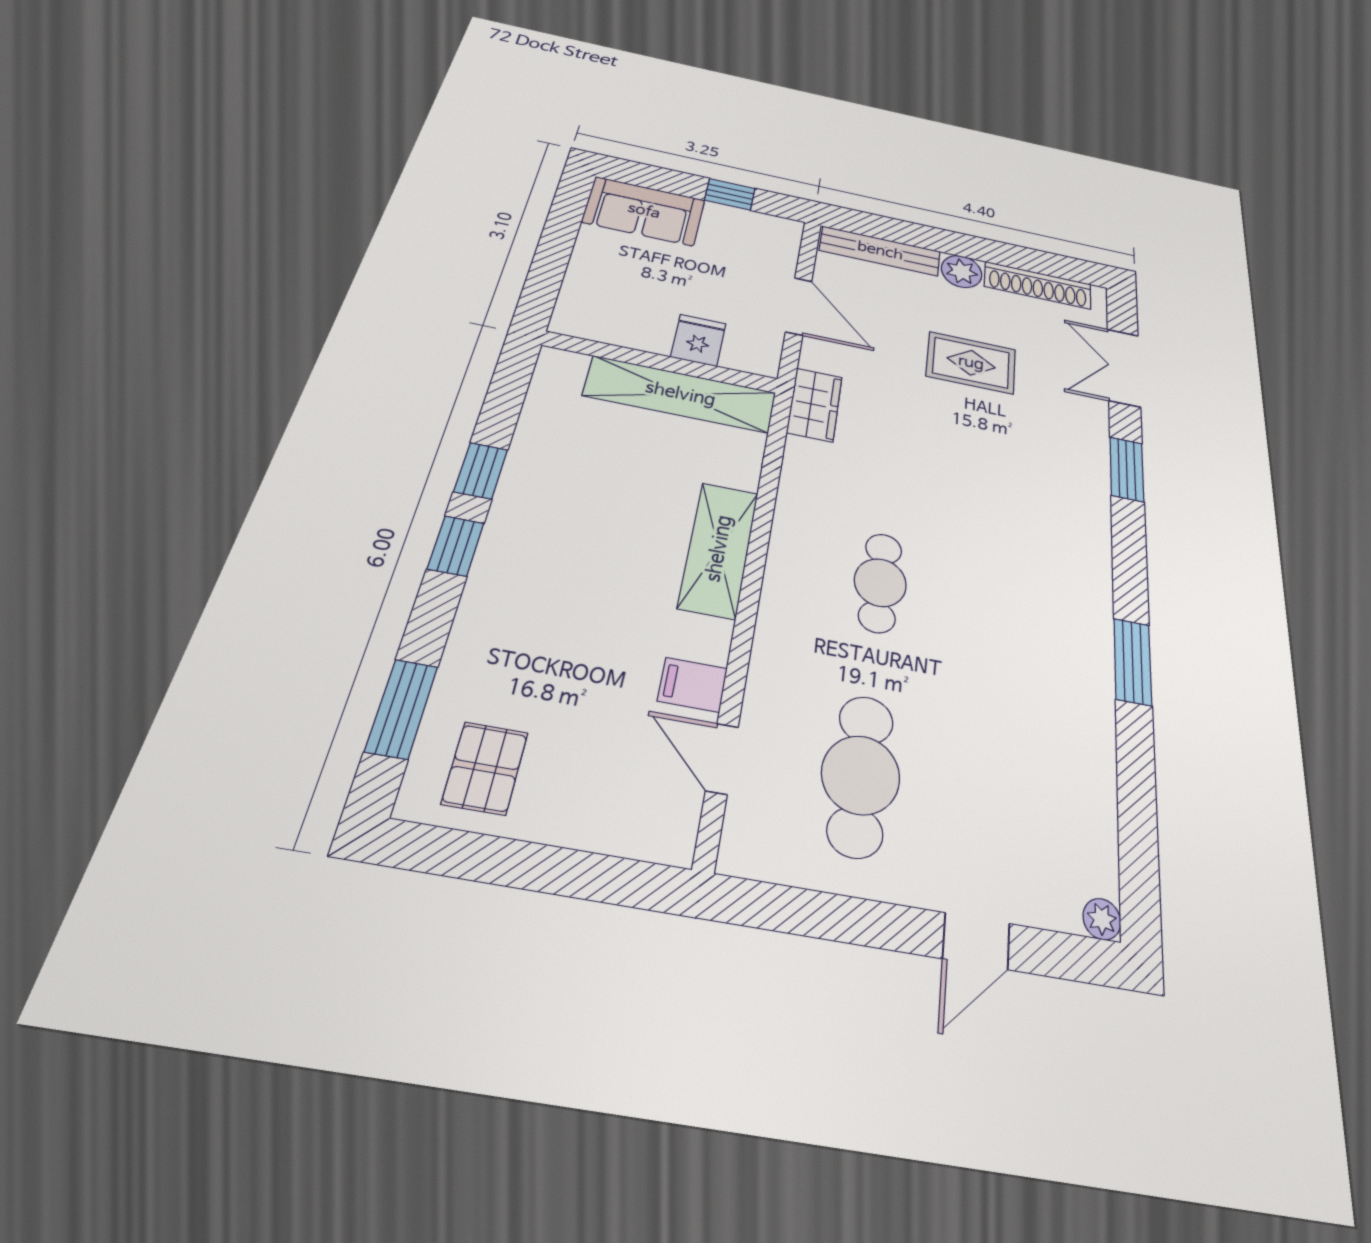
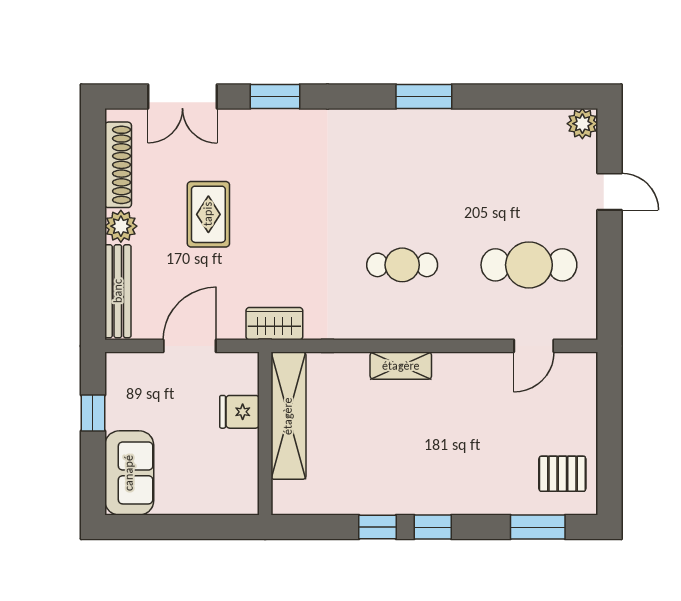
shelving: (719, 549) -> (401, 366), width x0.67, depth x0.75
filing cabinet: (692, 685) -> (493, 370), removed
plant: (1102, 919) -> (582, 124), width x1.38, depth x1.38

